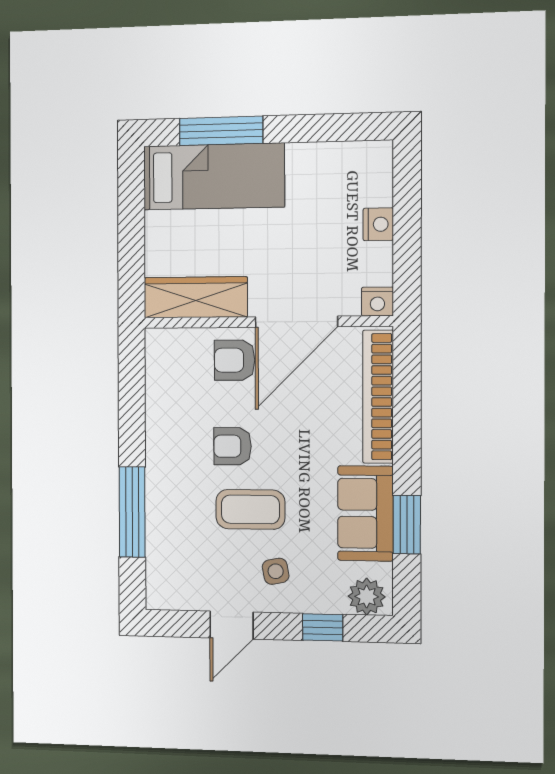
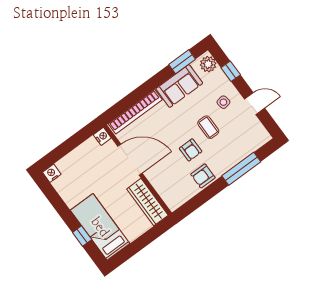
window: (221, 131) -> (82, 236), width x0.46
nightstand: (378, 224) -> (52, 173), moved
armchair: (235, 360) -> (203, 176), moved, turned 90
coffee table: (250, 509) -> (208, 127), width x0.73, depth x0.77
window: (407, 524) -> (182, 62), moved

